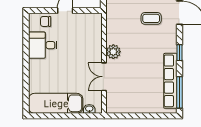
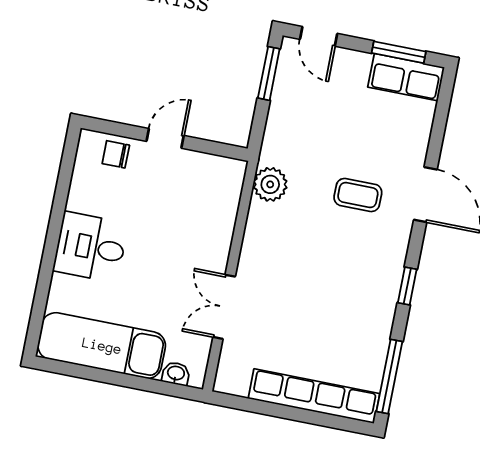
desk: (43, 45) -> (91, 247), moved
plant: (113, 52) -> (270, 184), moved
row of seats: (170, 81) -> (314, 396), moved, turned 90

